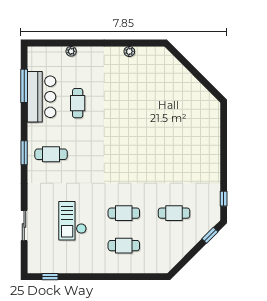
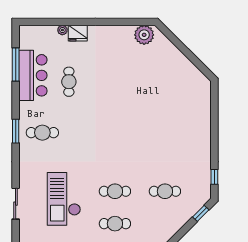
plant: (129, 51) -> (144, 35), moved, width x1.87, depth x1.87
fridge: (87, 54) -> (78, 33), added
checkout: (73, 221) -> (64, 199), width x1.36, depth x1.21

